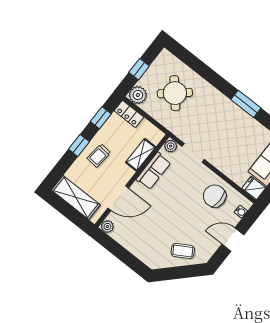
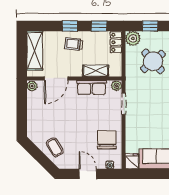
door: (118, 198) -> (56, 78), hinge flipped

